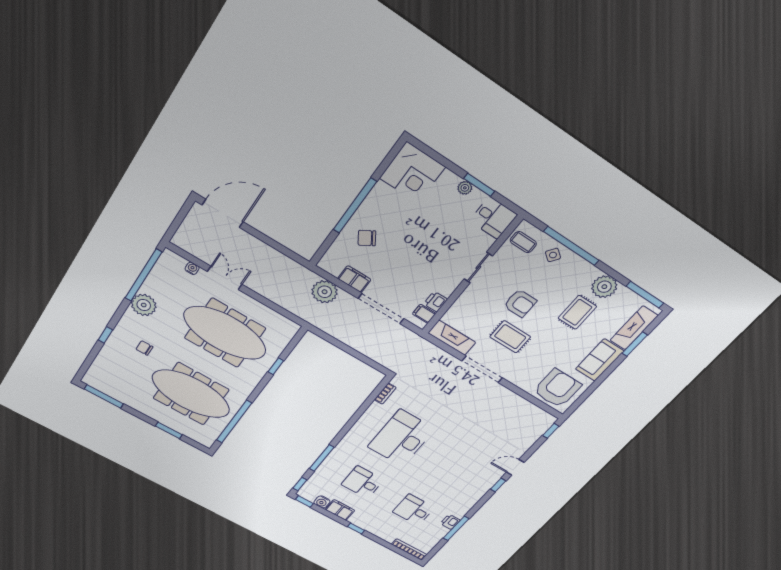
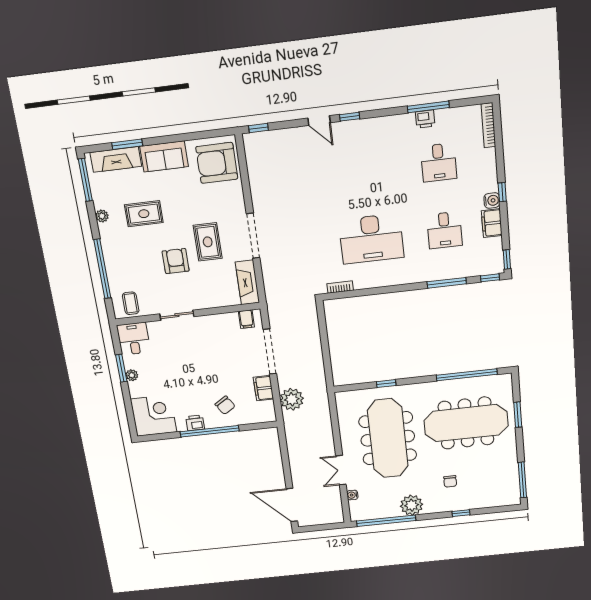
side table: (553, 255) -> (120, 275), removed
plant: (604, 287) -> (102, 216), width x0.53, depth x0.53
printer: (436, 302) -> (195, 423), moved, turned 180
meeting table: (191, 394) -> (466, 423), turned 90
water cooler: (322, 502) -> (492, 200), moved

